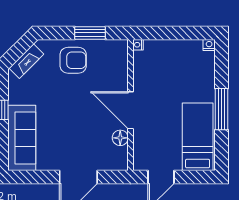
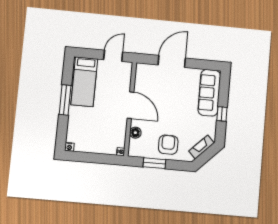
armchair: (73, 60) -> (168, 145), turned 90
floor lamp: (120, 138) -> (135, 133), moved

